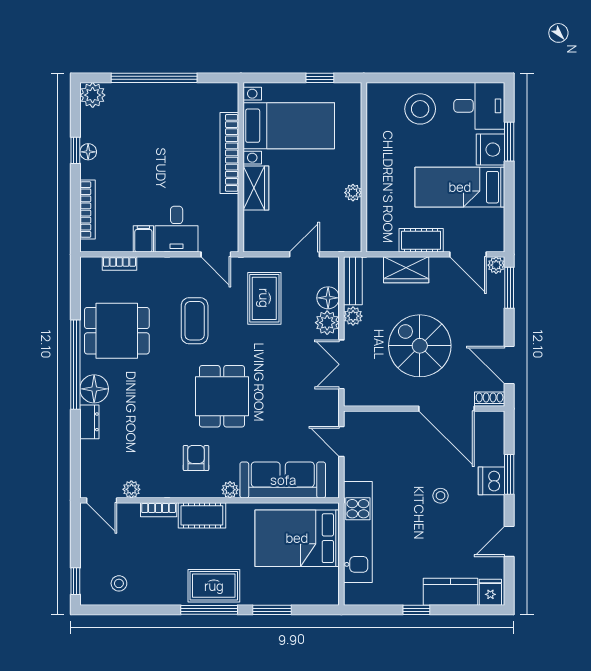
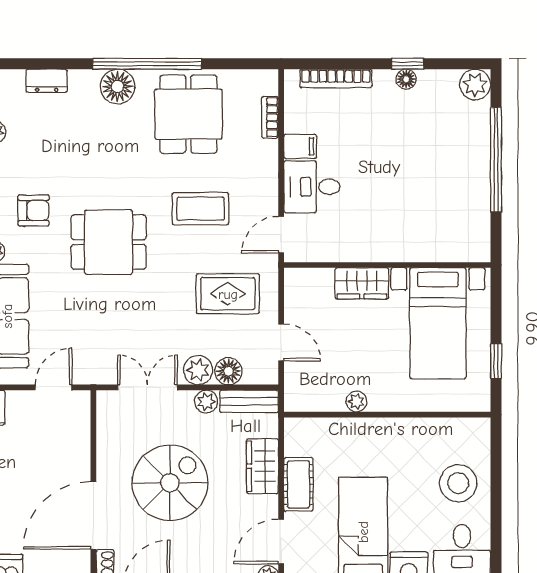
bookcase: (229, 153) -> (405, 251), removed
dresser: (89, 422) -> (47, 81), moved

